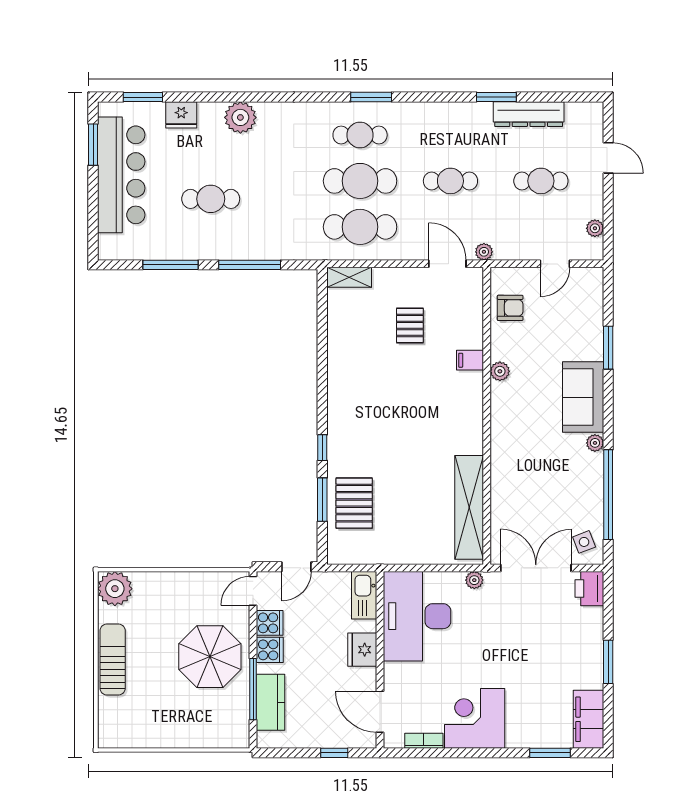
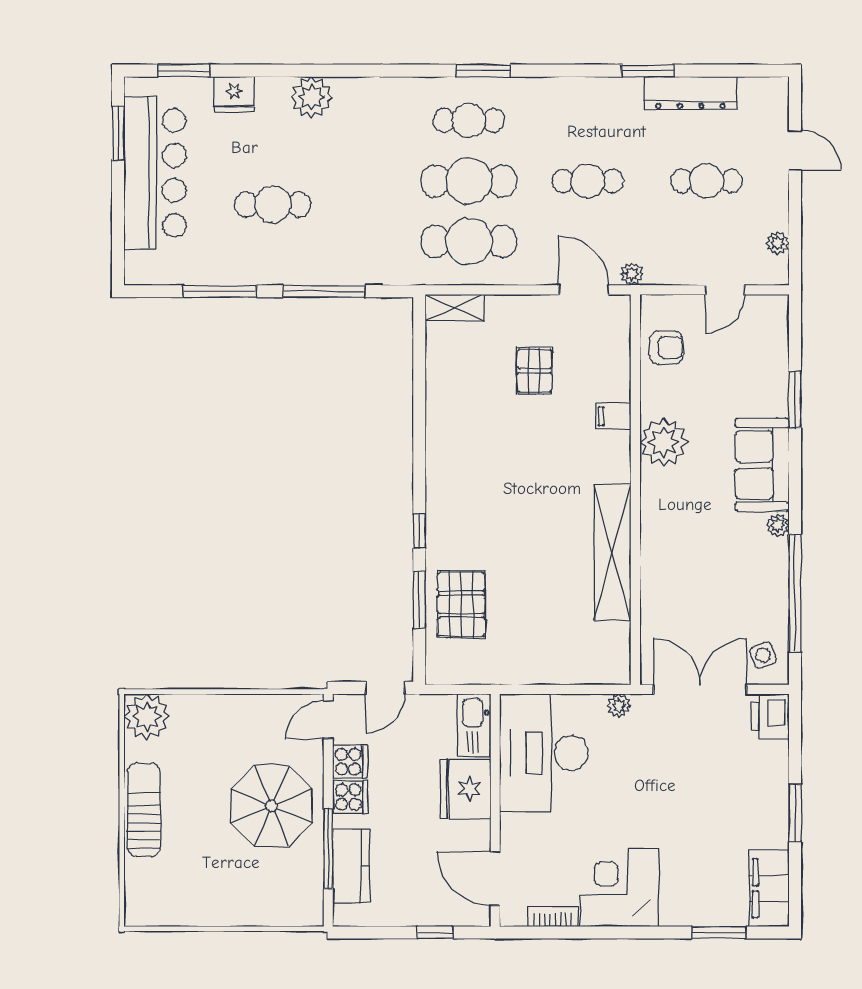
plant: (500, 371) -> (664, 442), width x1.87, depth x1.87
shelving: (469, 507) -> (612, 553), moved
fridge: (362, 650) -> (465, 789), width x1.36, depth x1.34

